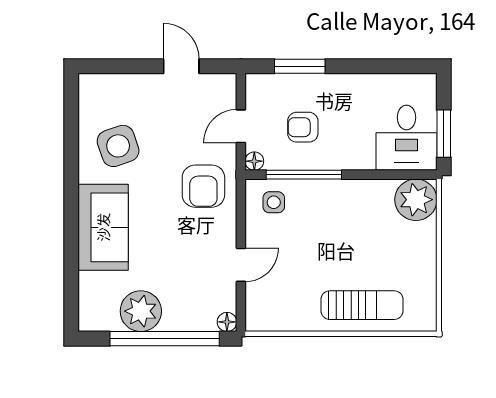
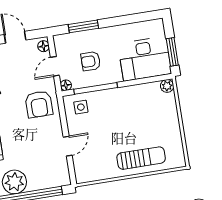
desk: (406, 138) -> (145, 59), width x1.37
plant: (416, 200) -> (167, 86), width x0.53, depth x0.53
floor lamp: (227, 322) -> (44, 46), moved

